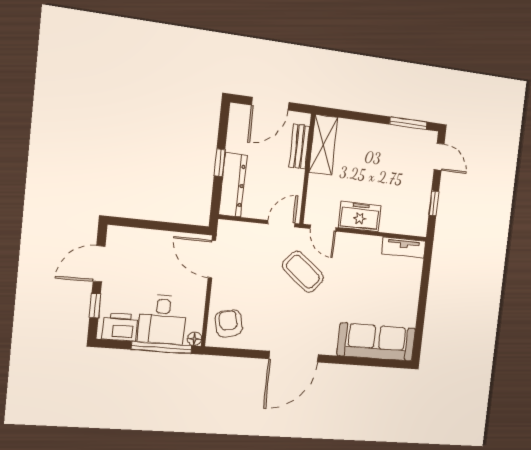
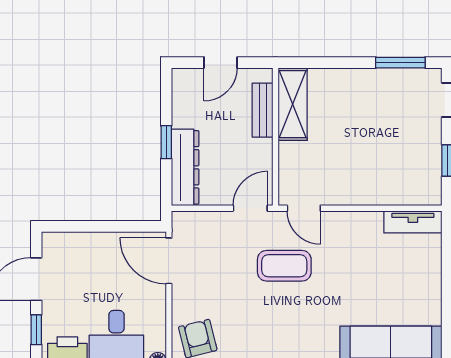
door: (270, 104) -> (221, 63), width x0.73
freezer: (360, 217) -> (350, 189), removed
coffee table: (303, 272) -> (284, 266), turned -39

